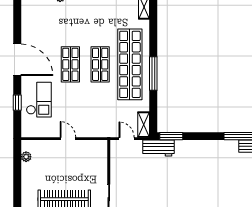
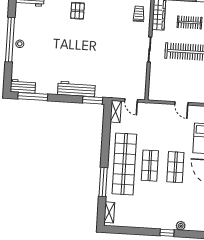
window: (153, 73) -> (103, 182), moved
workbench: (159, 148) -> (76, 89), moved, width x1.38

